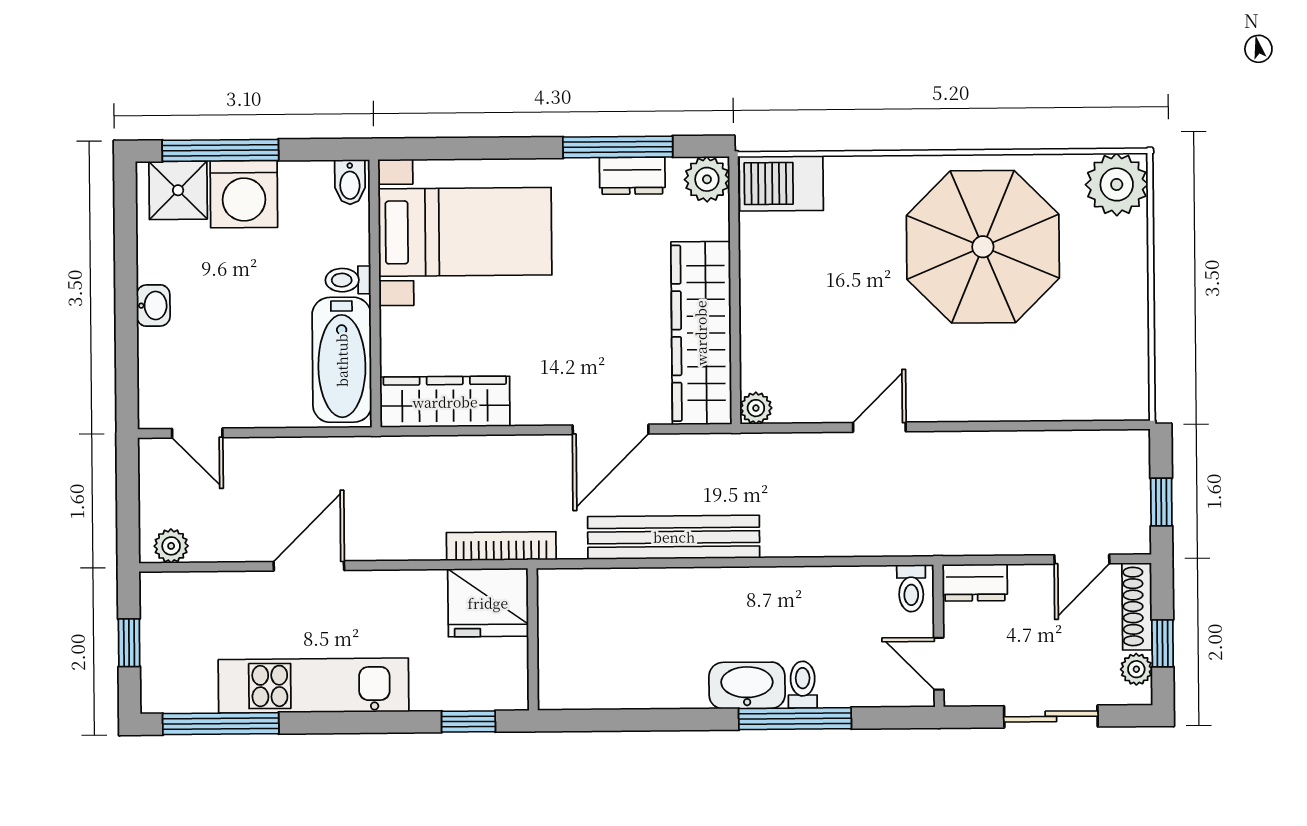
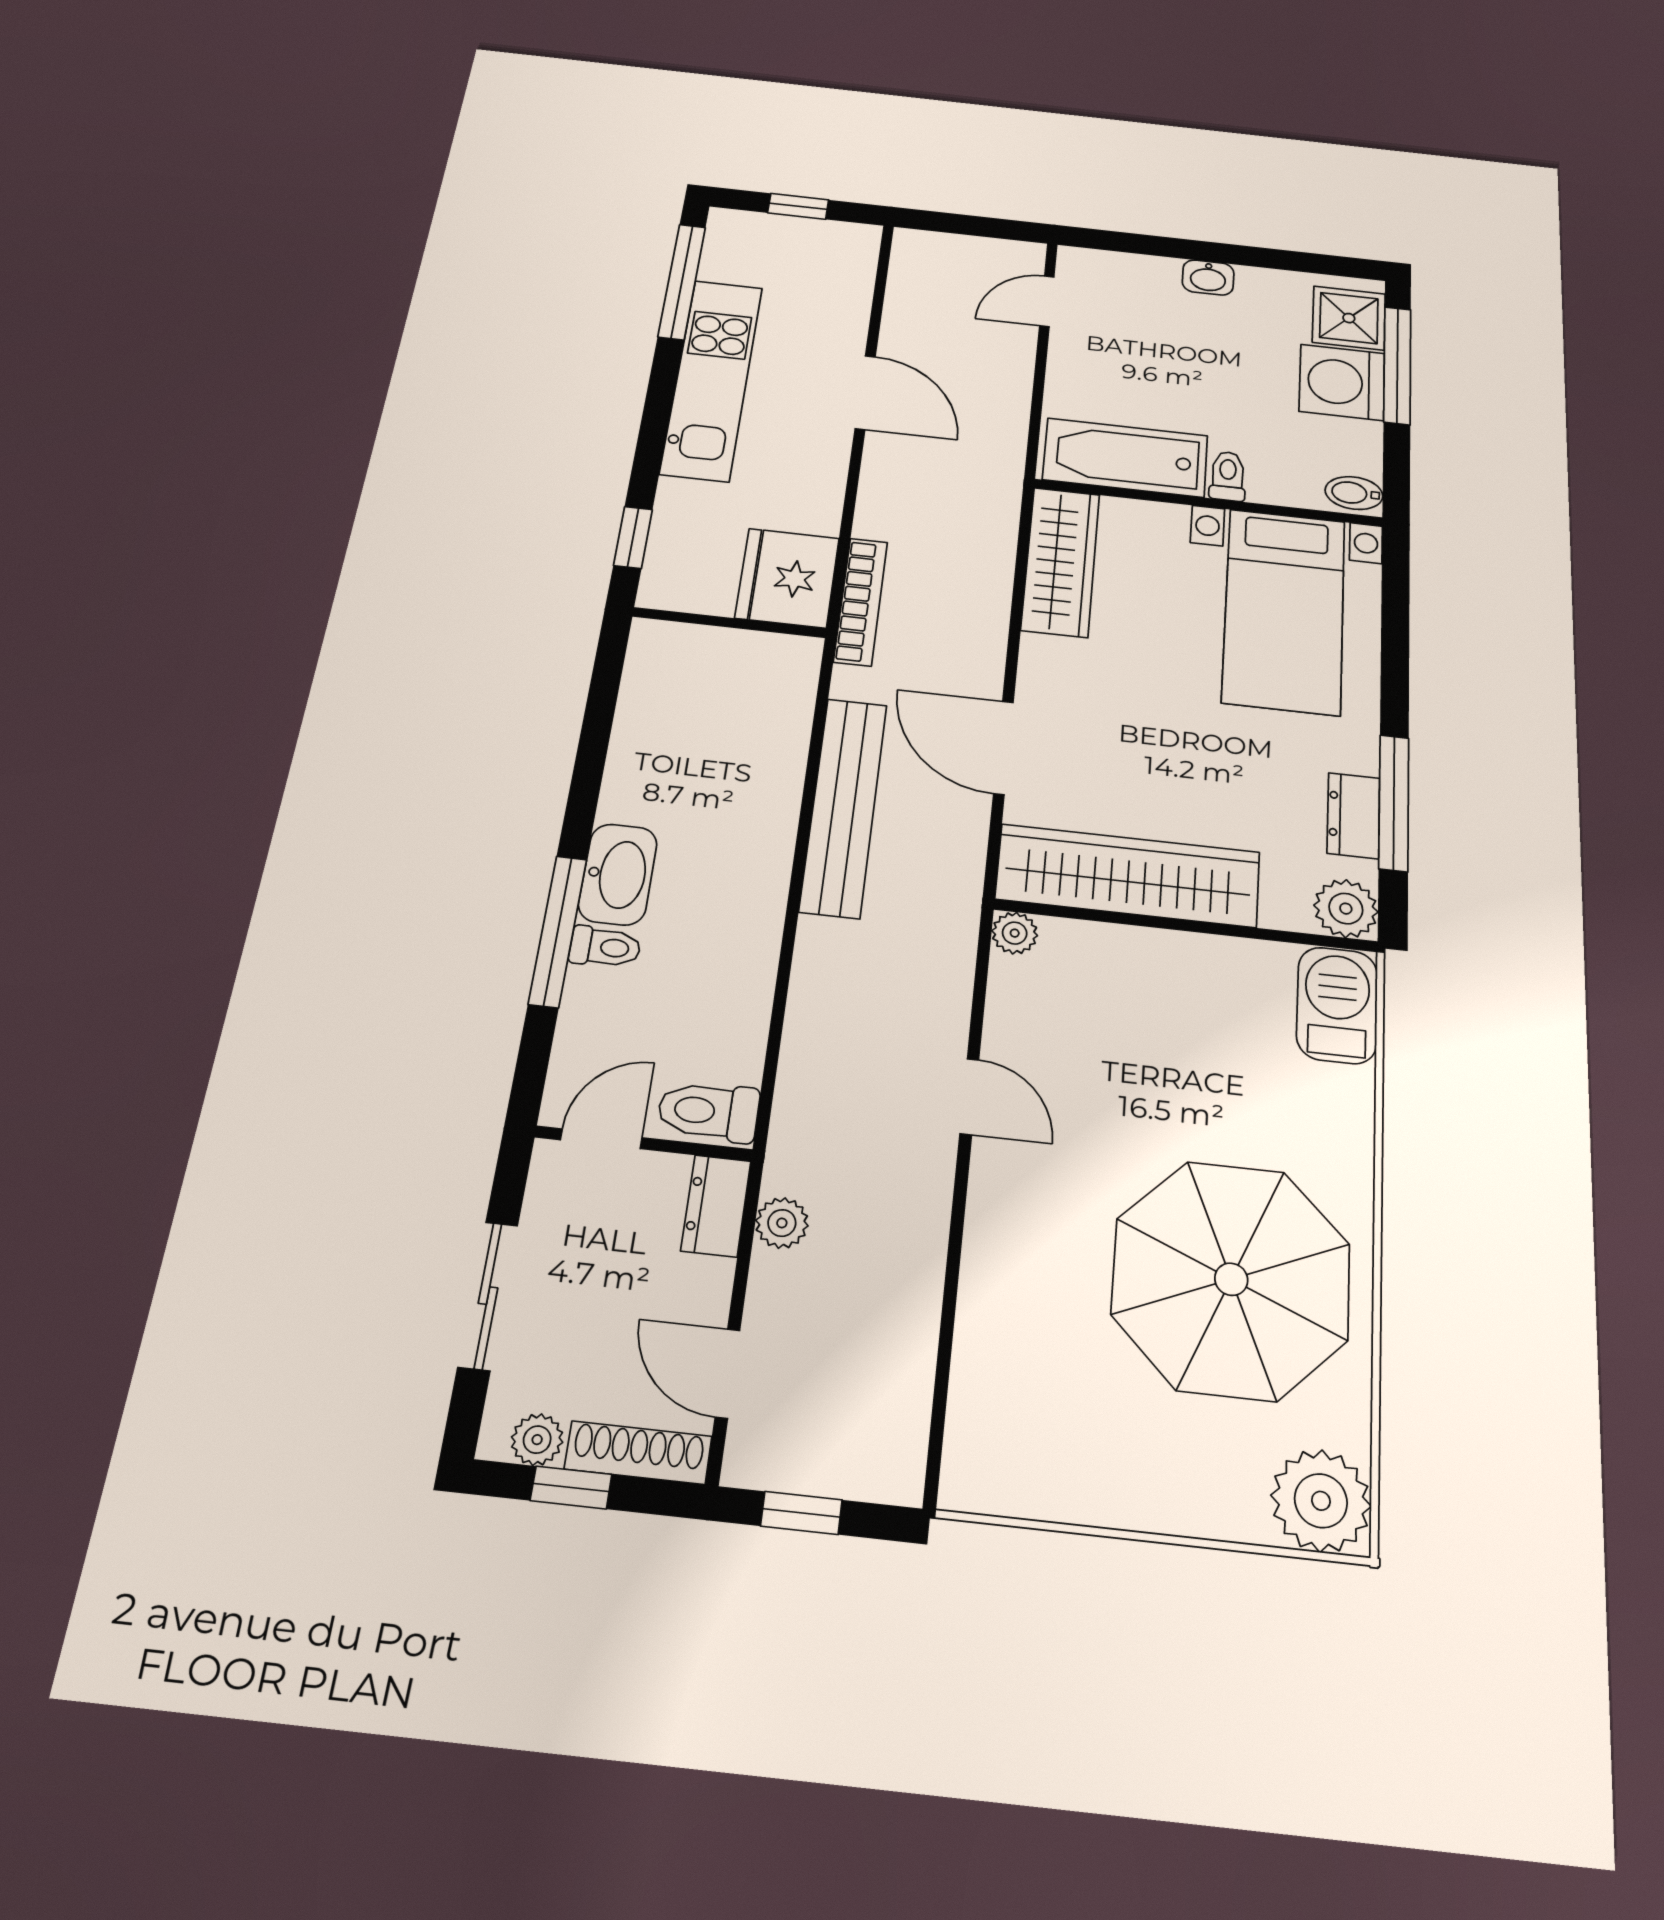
plant: (171, 546) -> (782, 1223), moved
toilet: (911, 588) -> (708, 1111), width x1.37, depth x1.39

